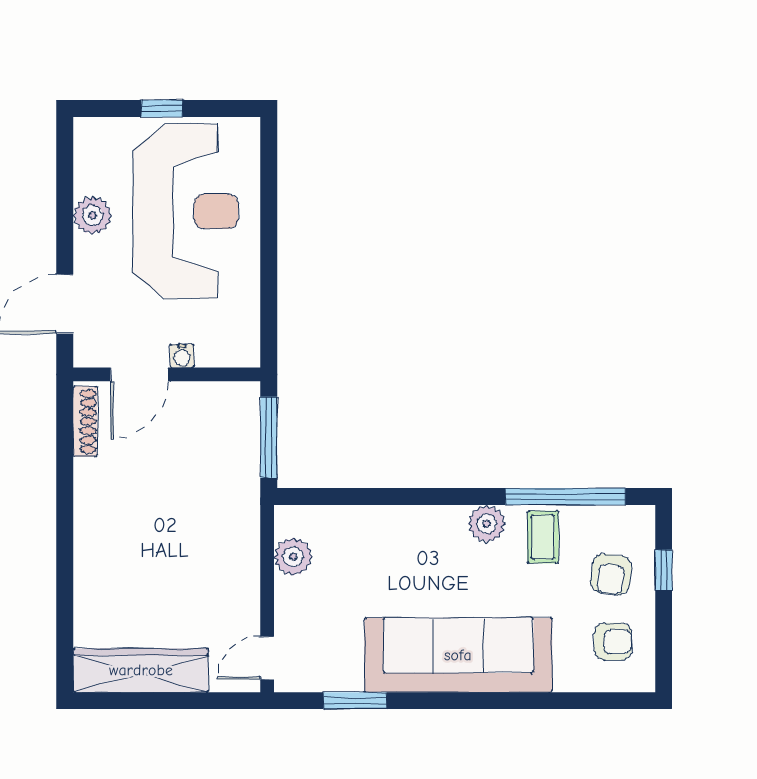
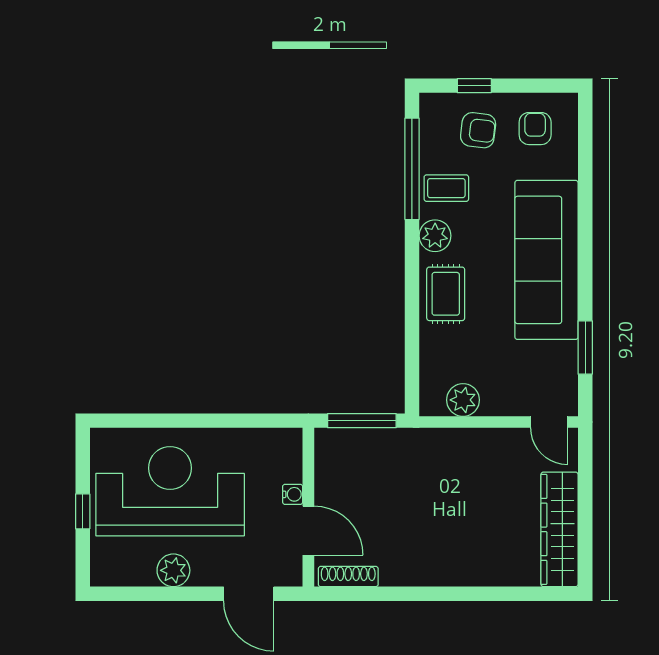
rug: (418, 536) -> (446, 294), added

